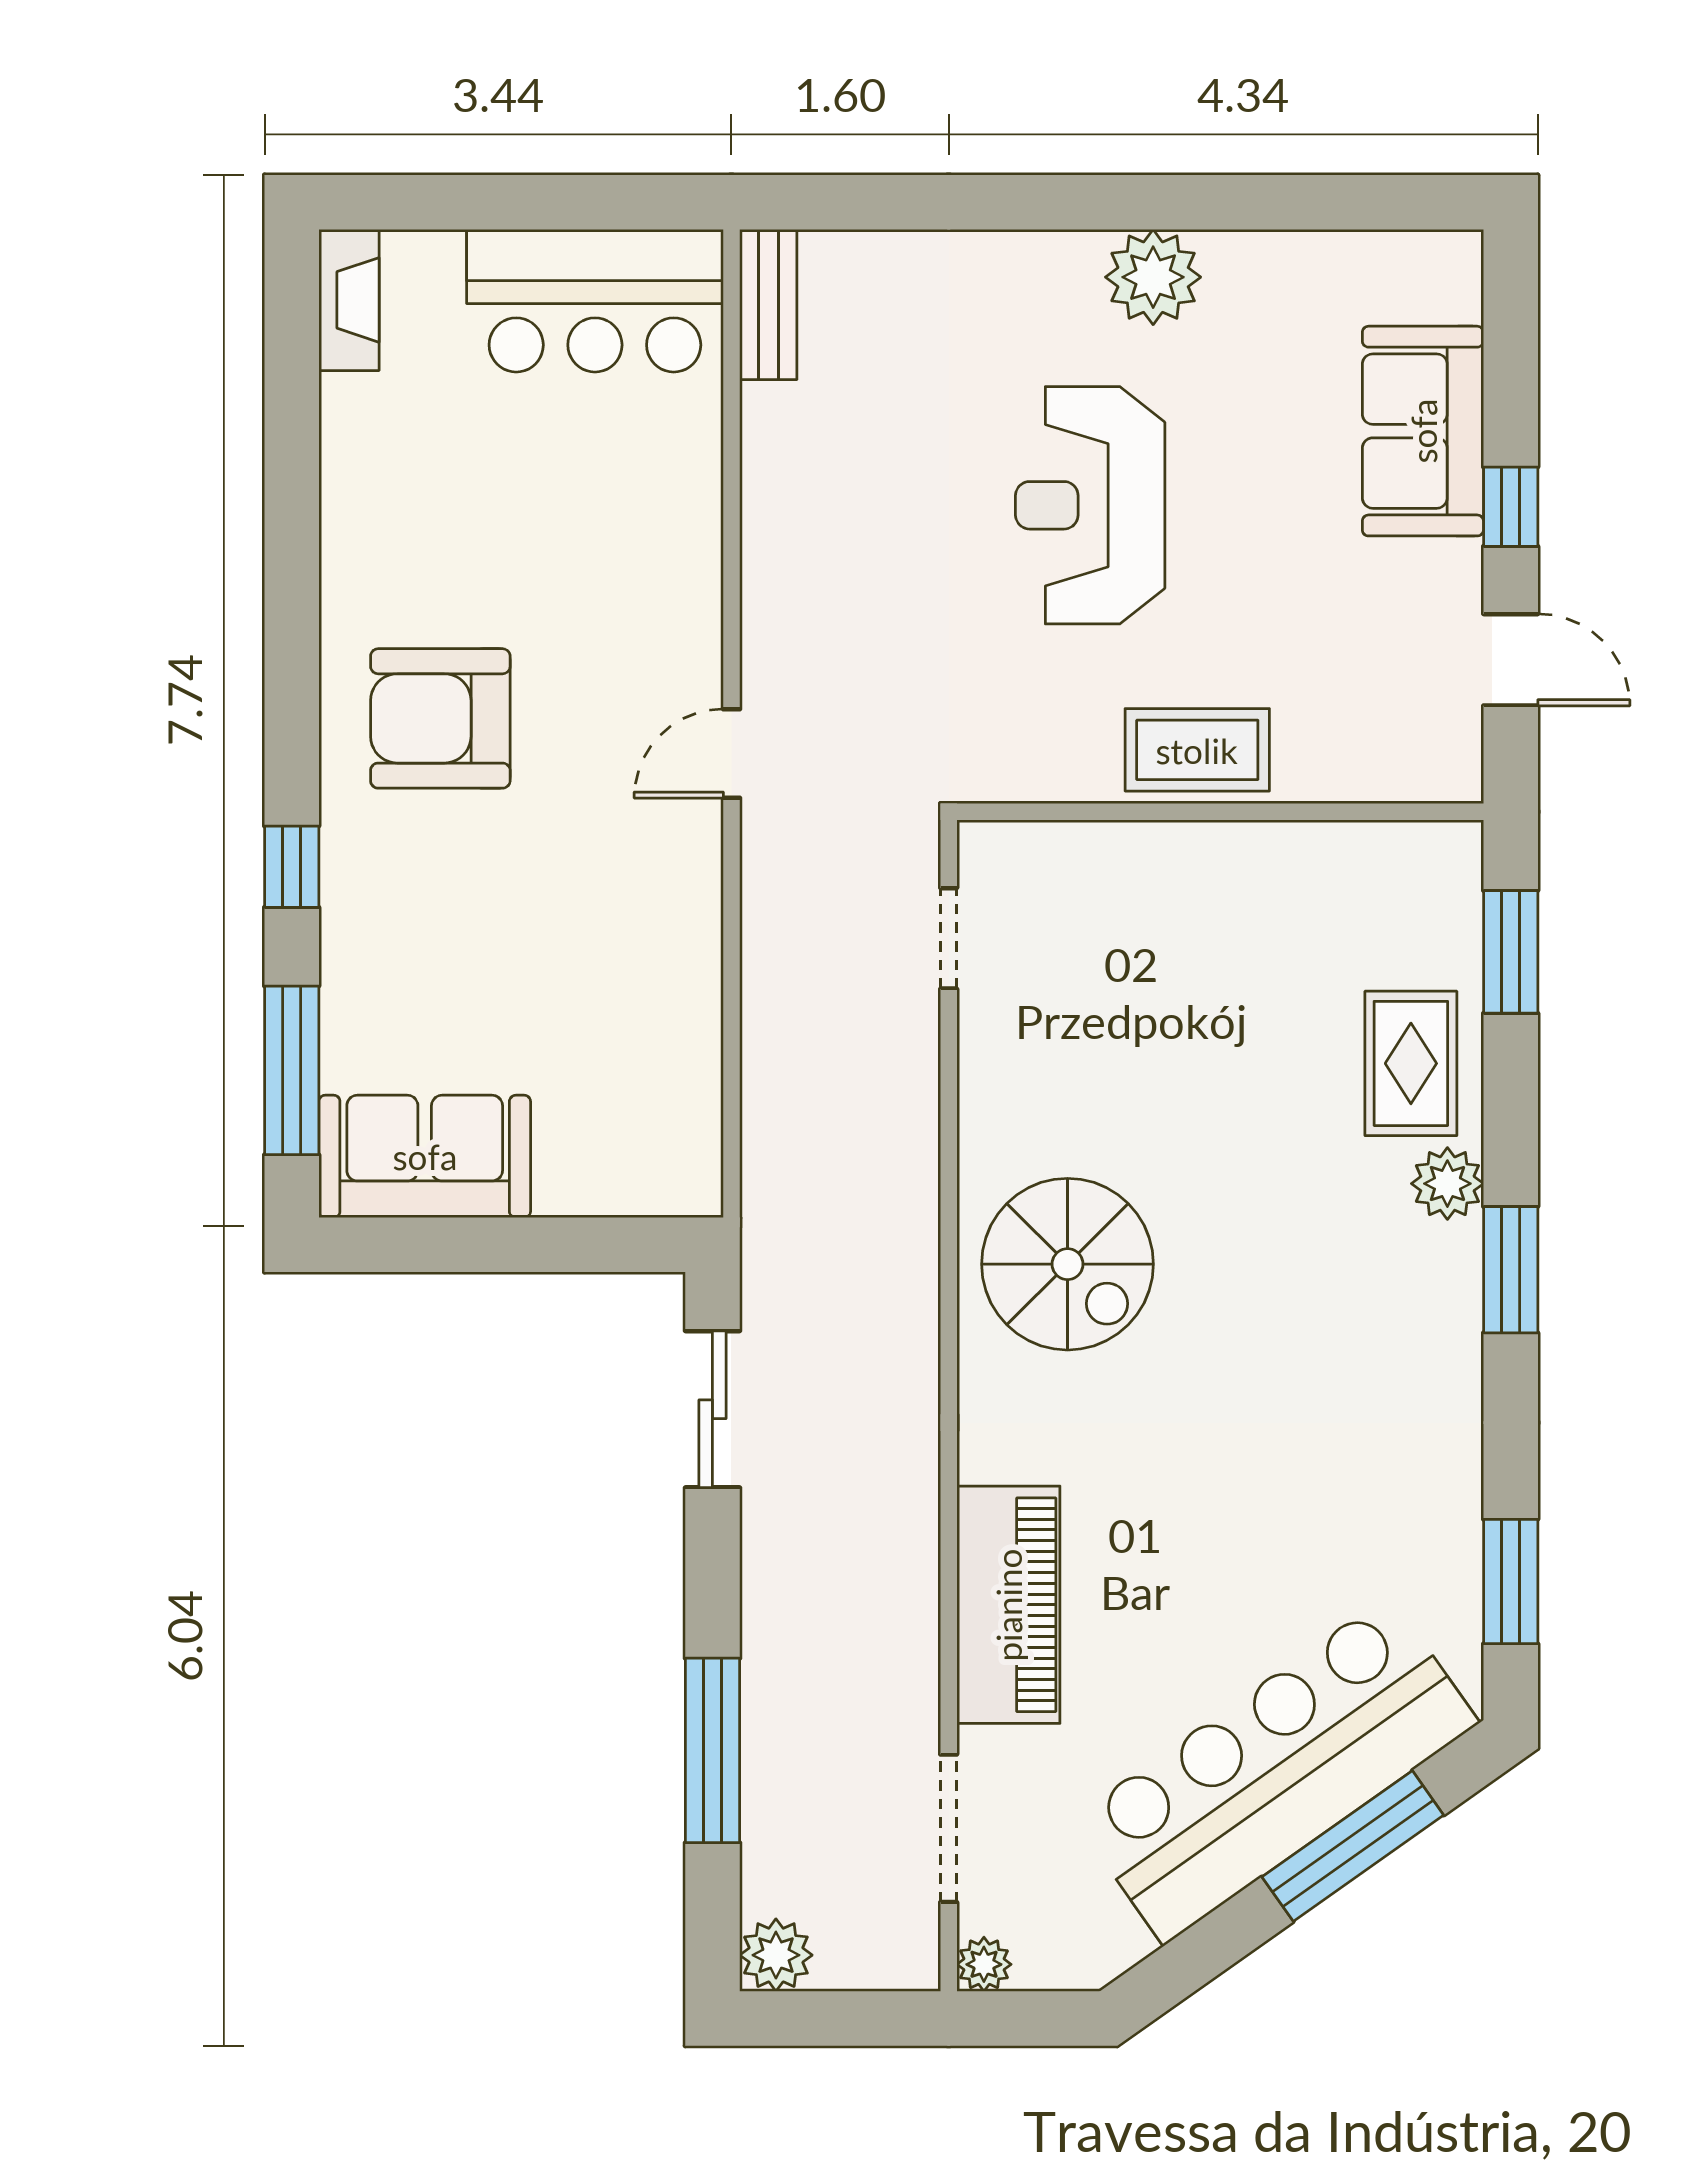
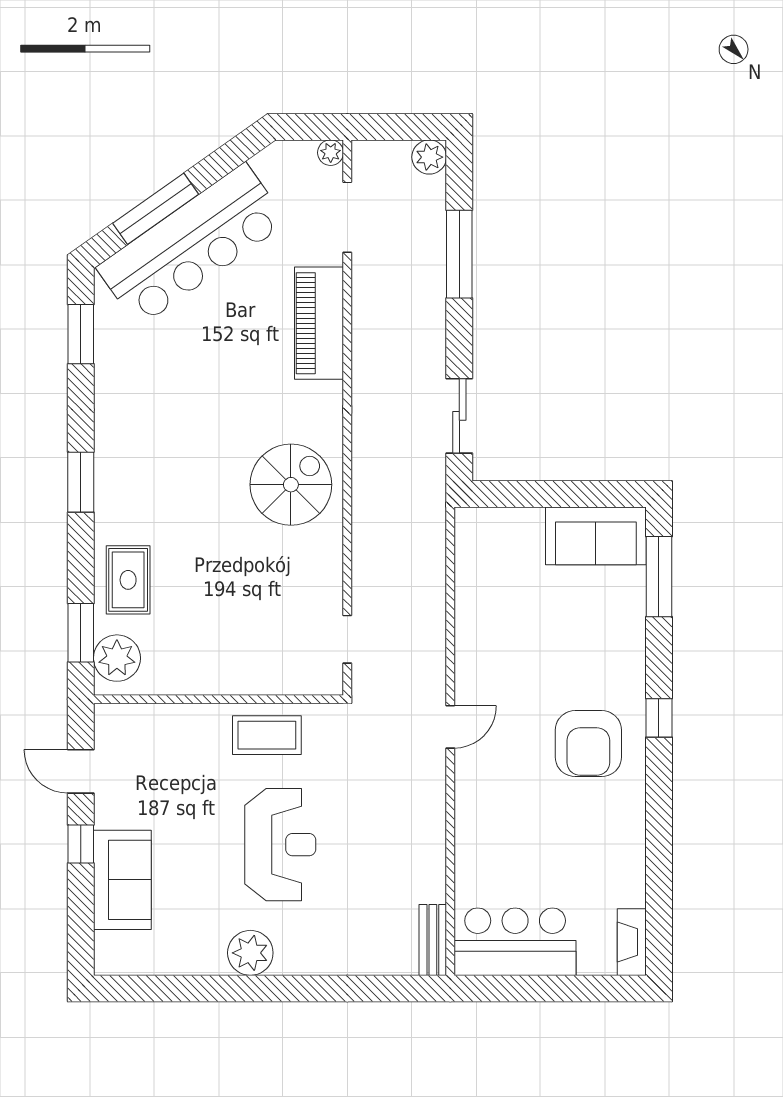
armchair: (440, 718) -> (588, 744), turned 90
coffee table: (1197, 750) -> (267, 735), moved
window: (292, 867) -> (659, 718), moved
plant: (1447, 1184) -> (117, 658), moved, width x1.36, depth x1.36
spiral stairs: (1068, 1264) -> (291, 485), turned 90

